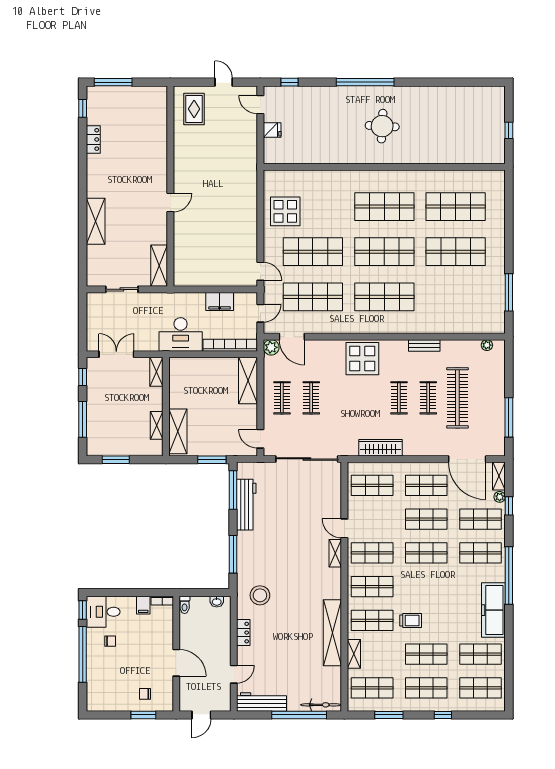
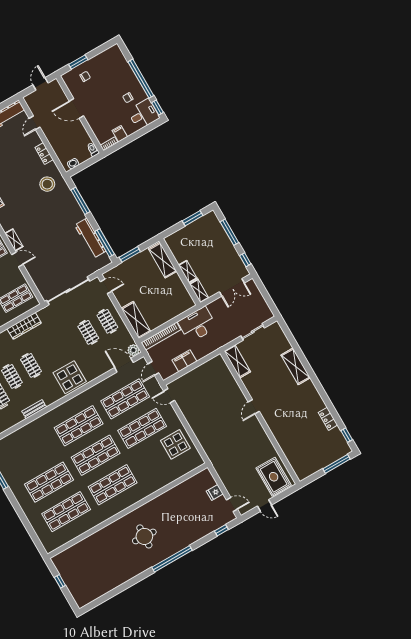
rug: (194, 109) -> (274, 477), width x1.36, depth x1.43
shelving: (157, 425) -> (188, 272), moved

